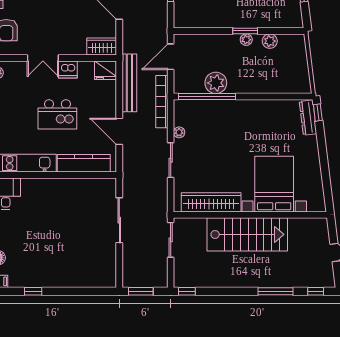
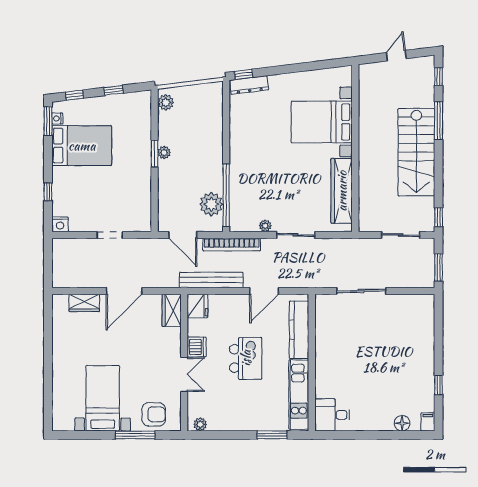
plant: (270, 41) -> (166, 102), moved
plant: (216, 83) -> (211, 204), moved
stairs: (247, 234) -> (416, 152), moved, turned 180
sliding door: (171, 240) -> (401, 235), moved

